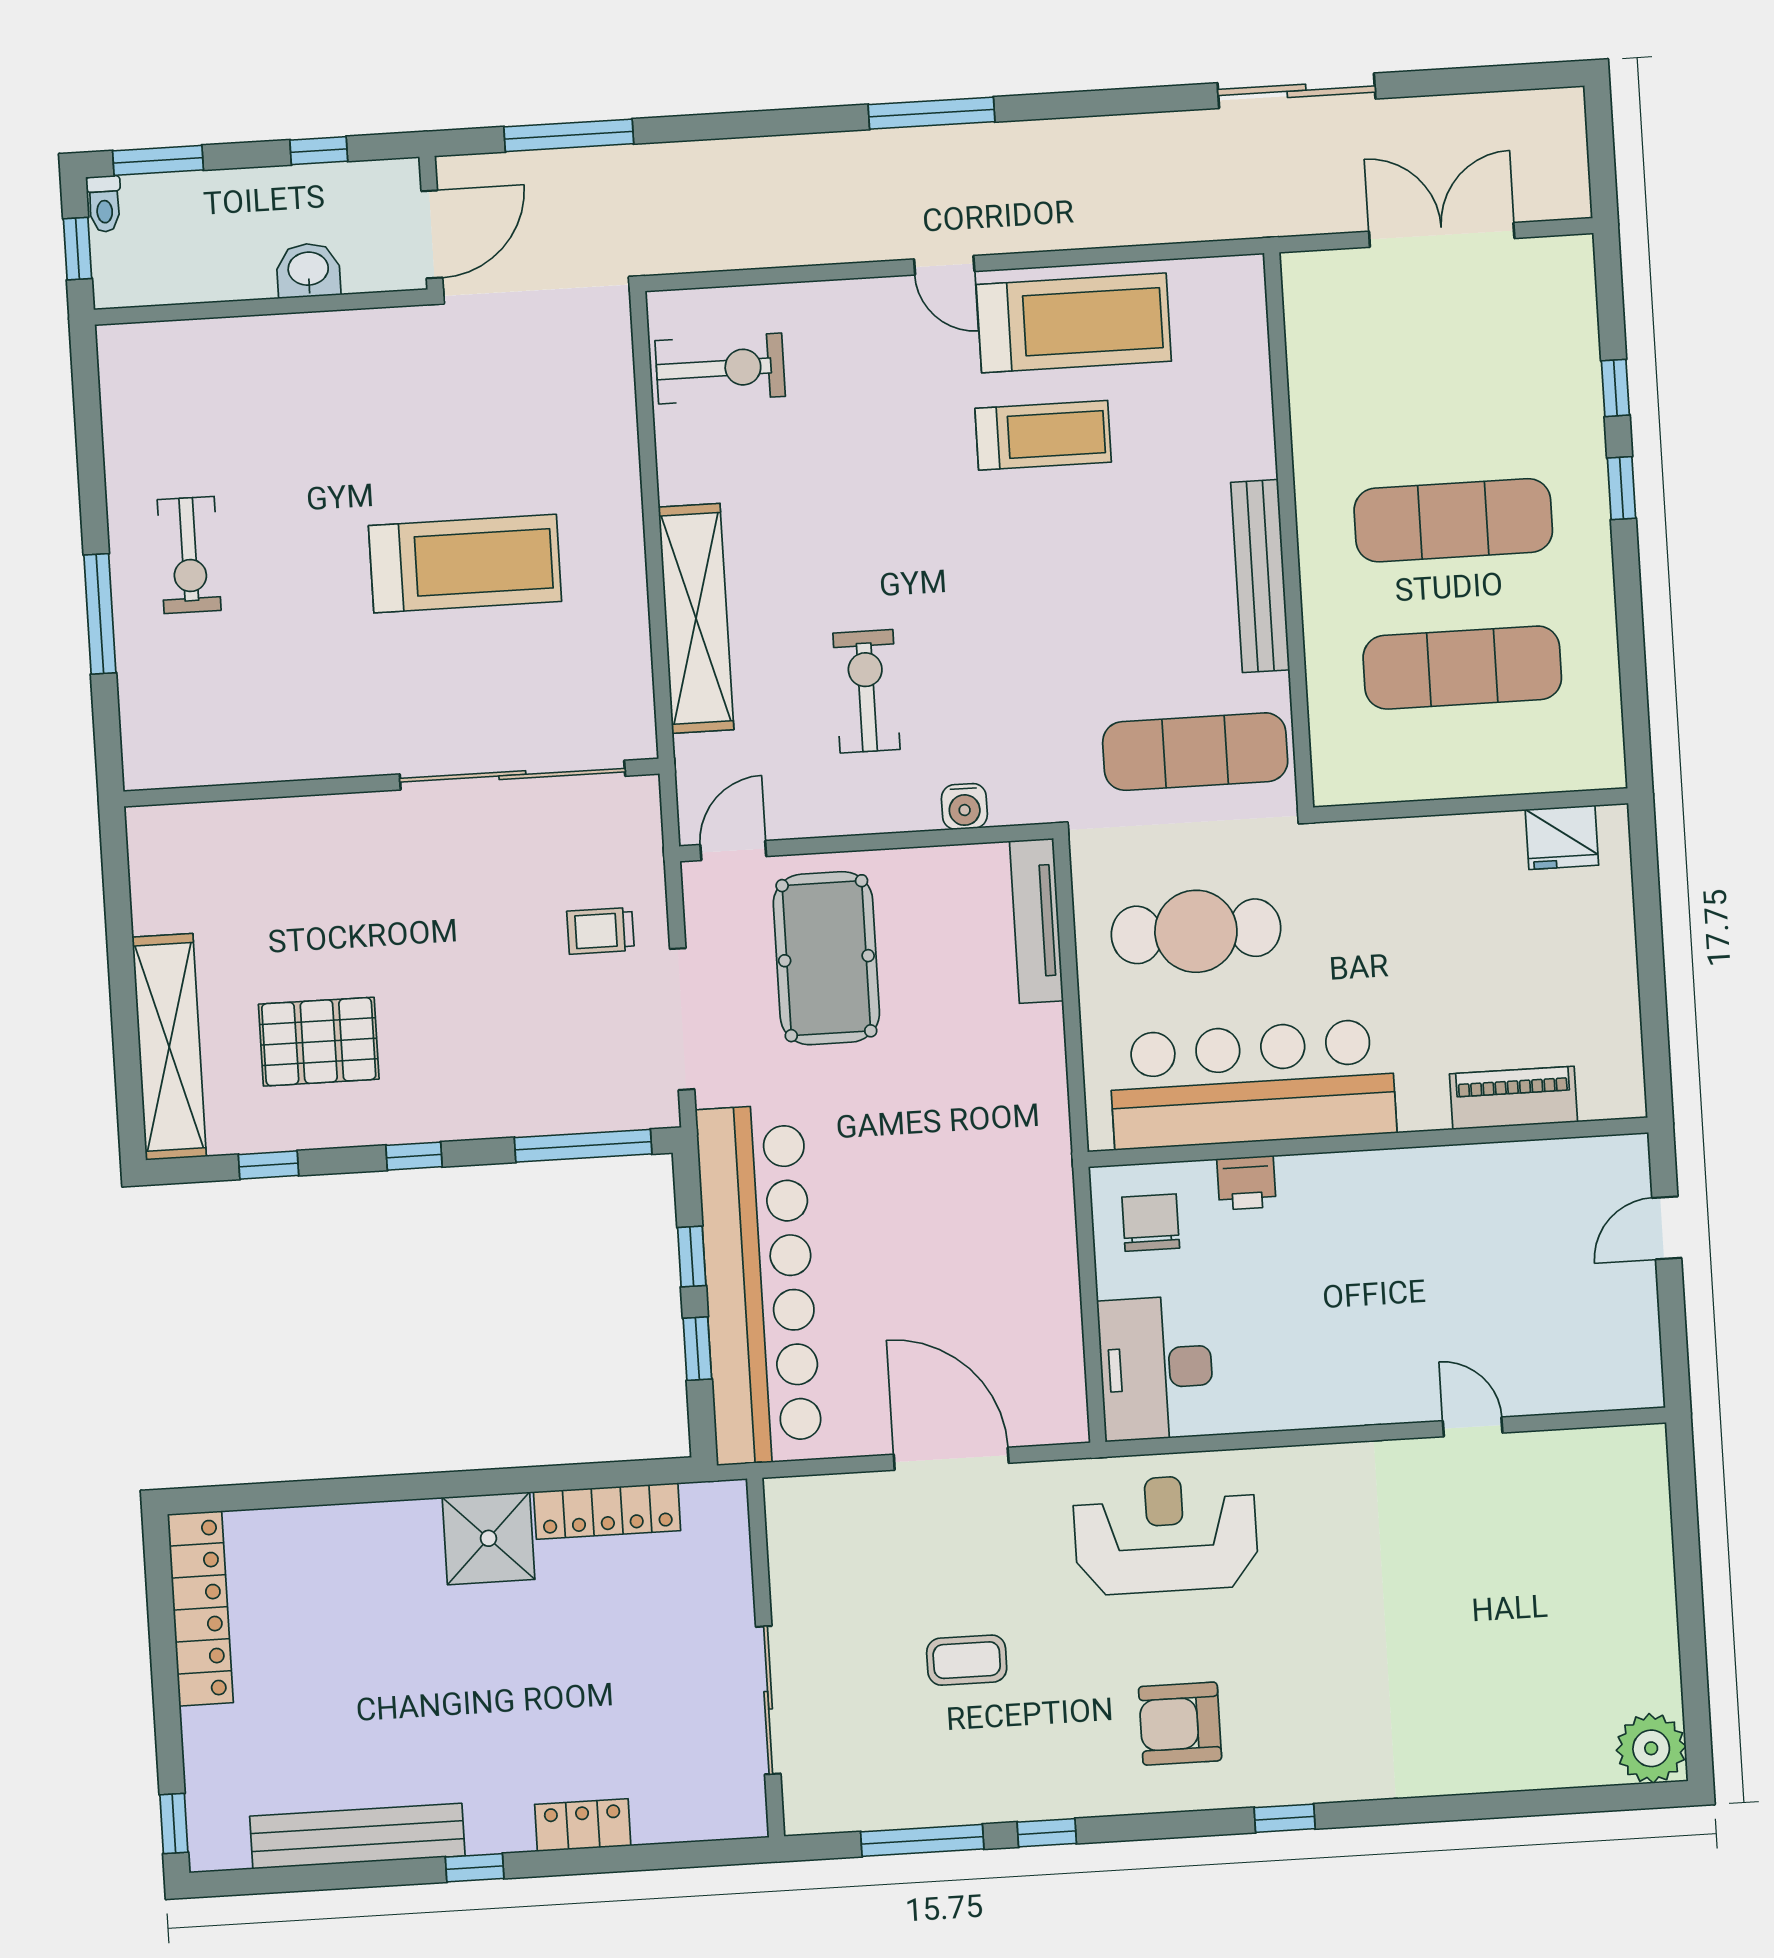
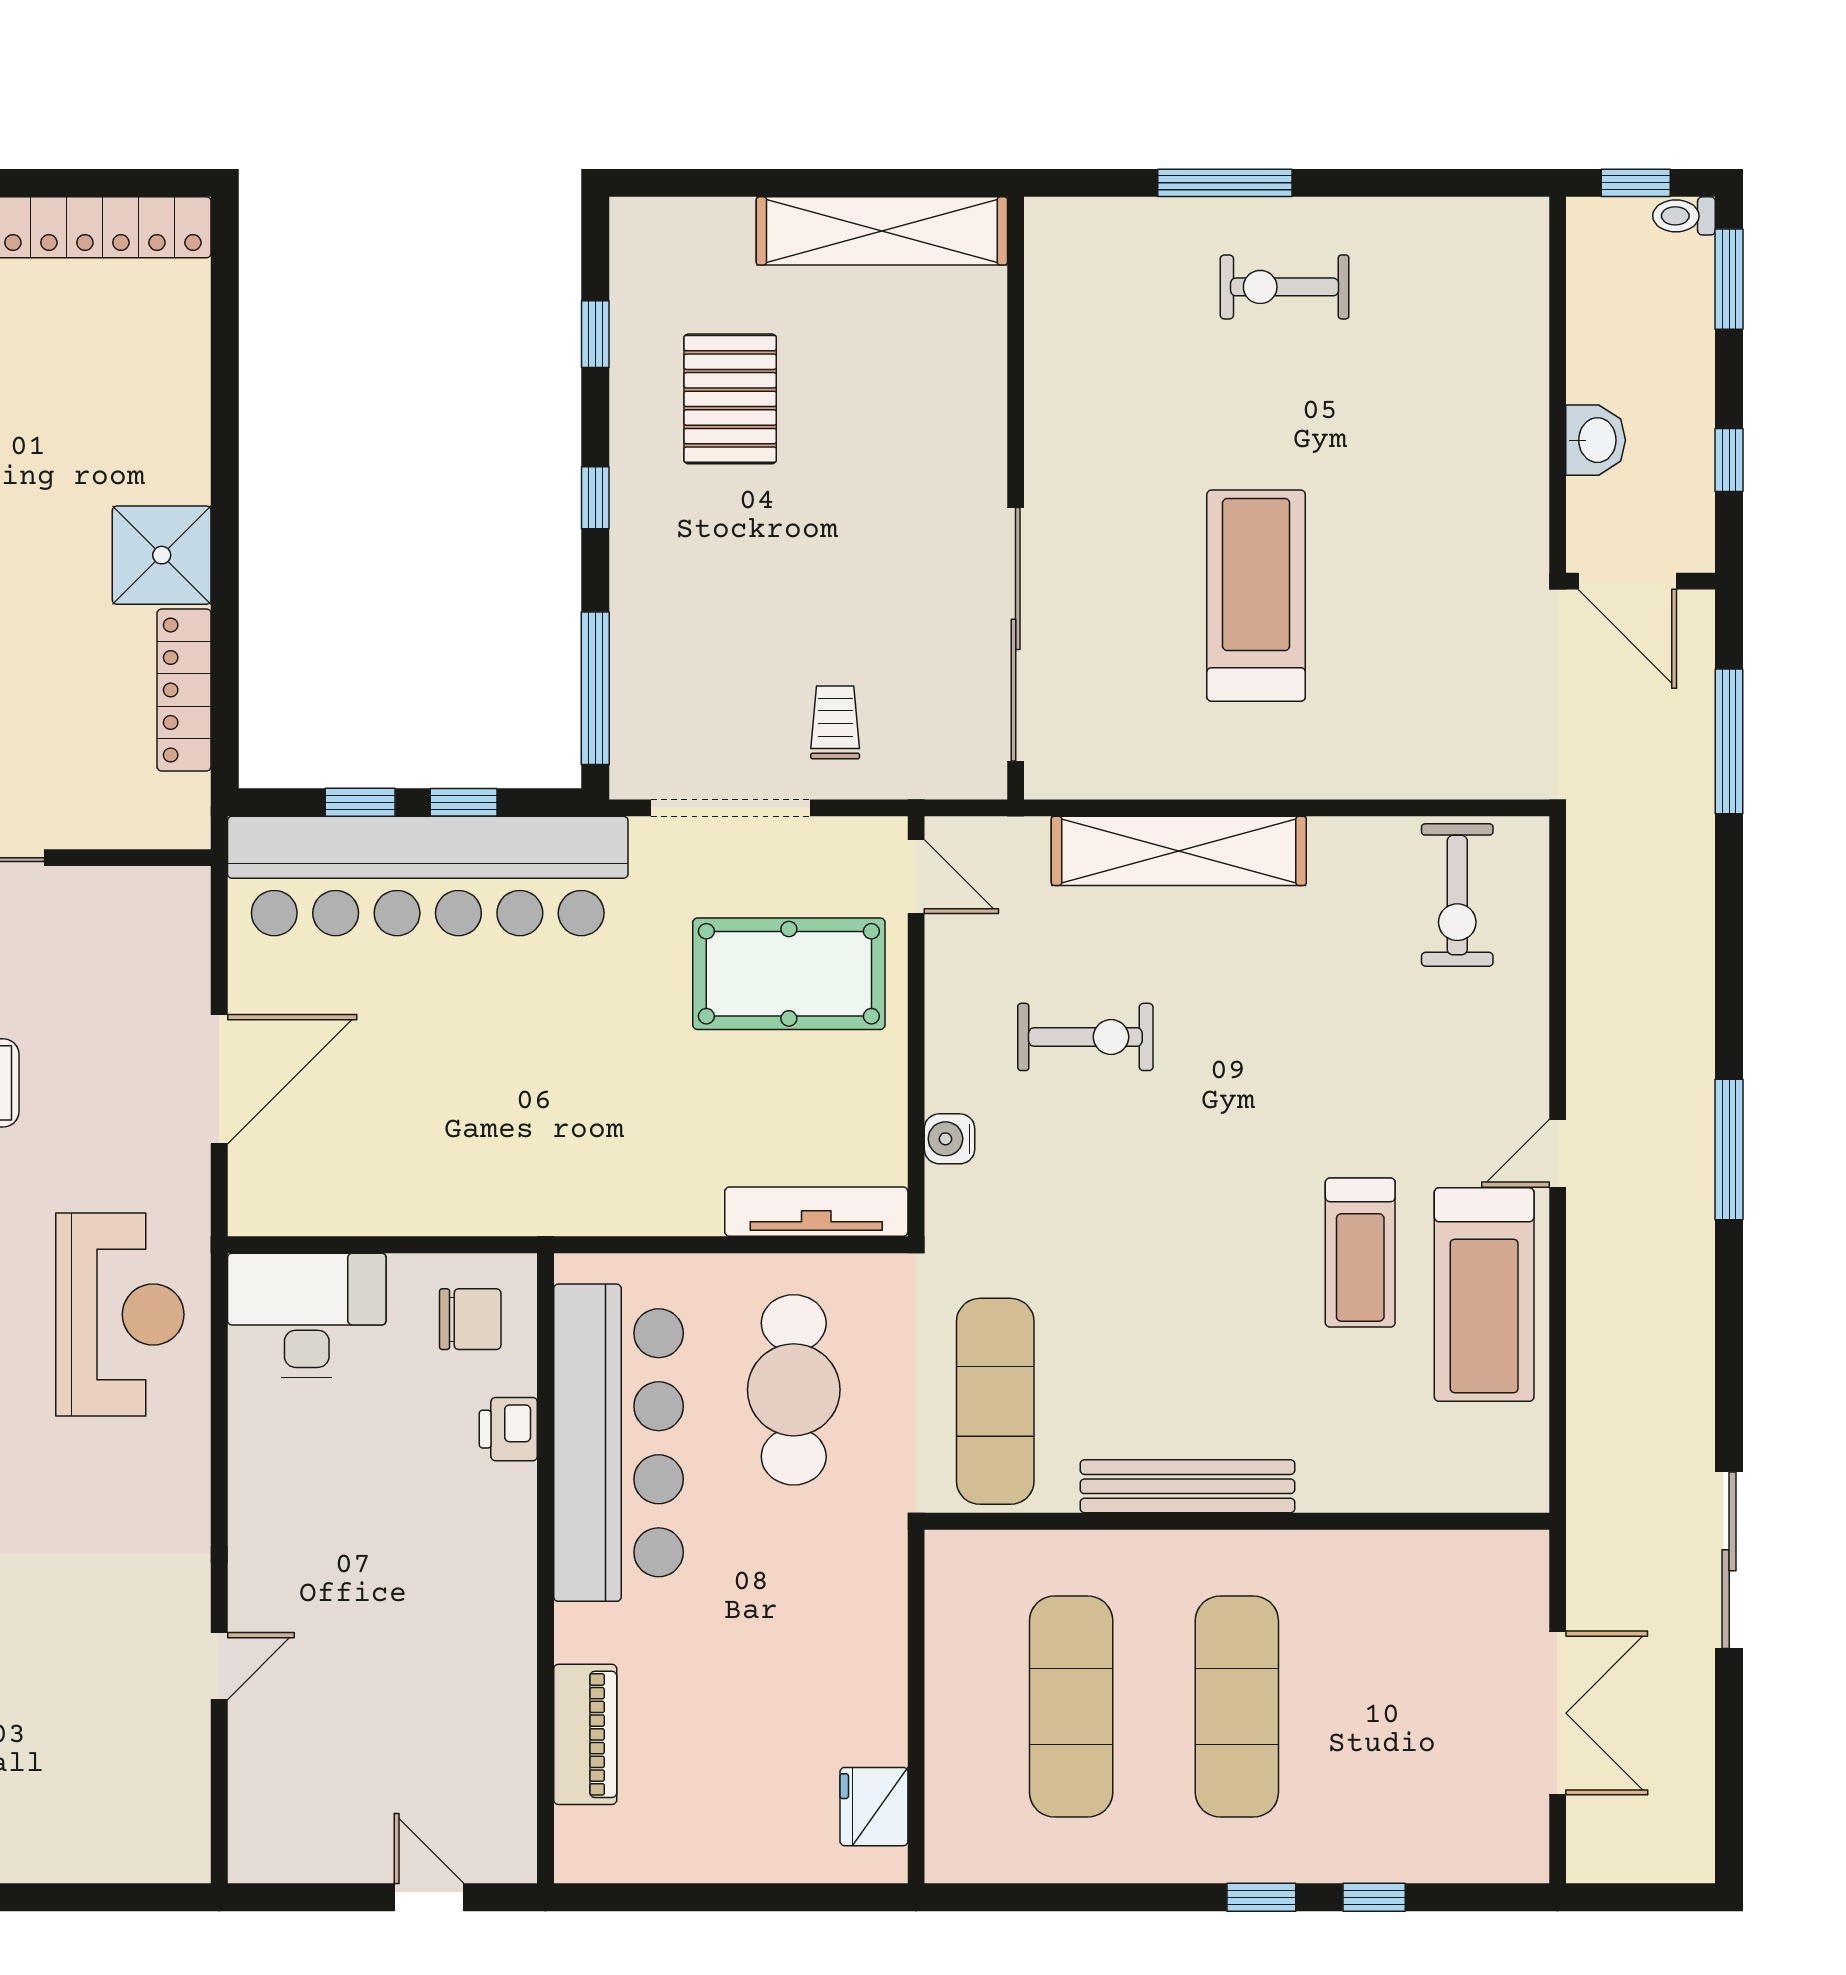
treadmill: (465, 564) -> (1256, 596), turned 180
shelving: (169, 1047) -> (882, 231), moved

